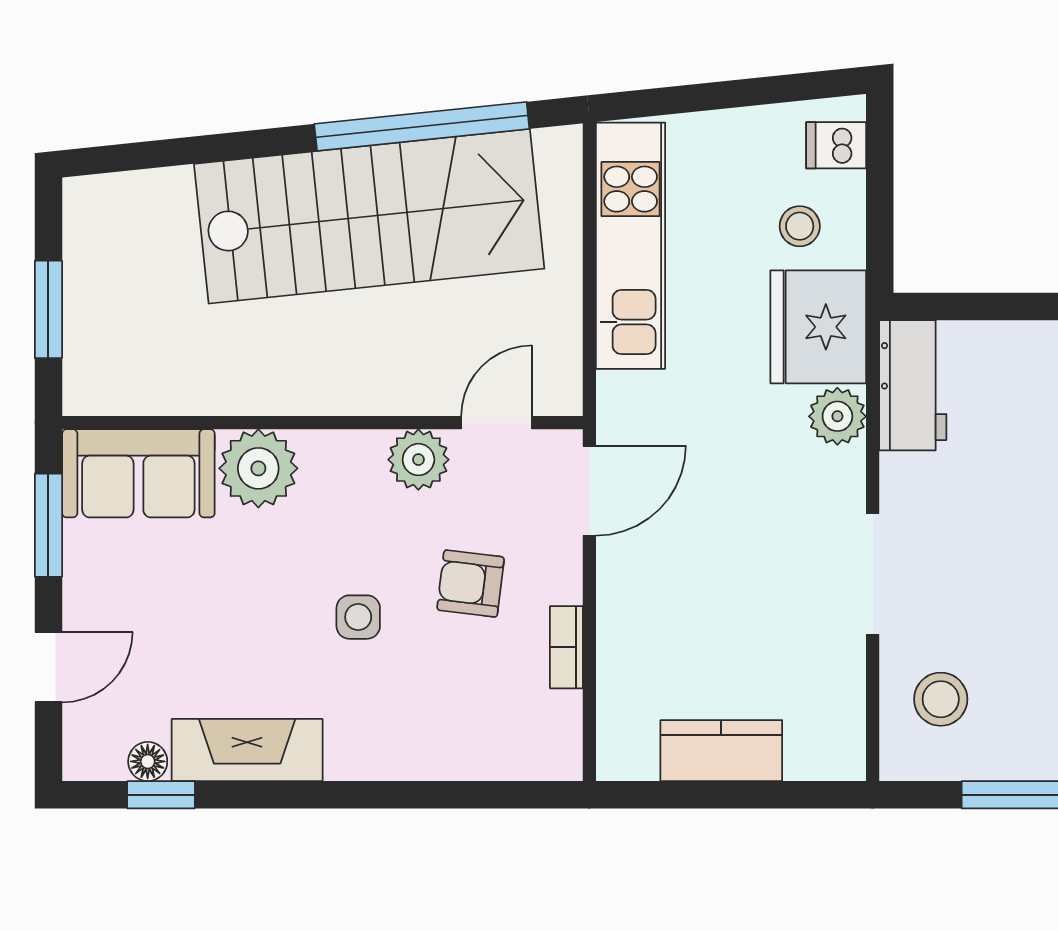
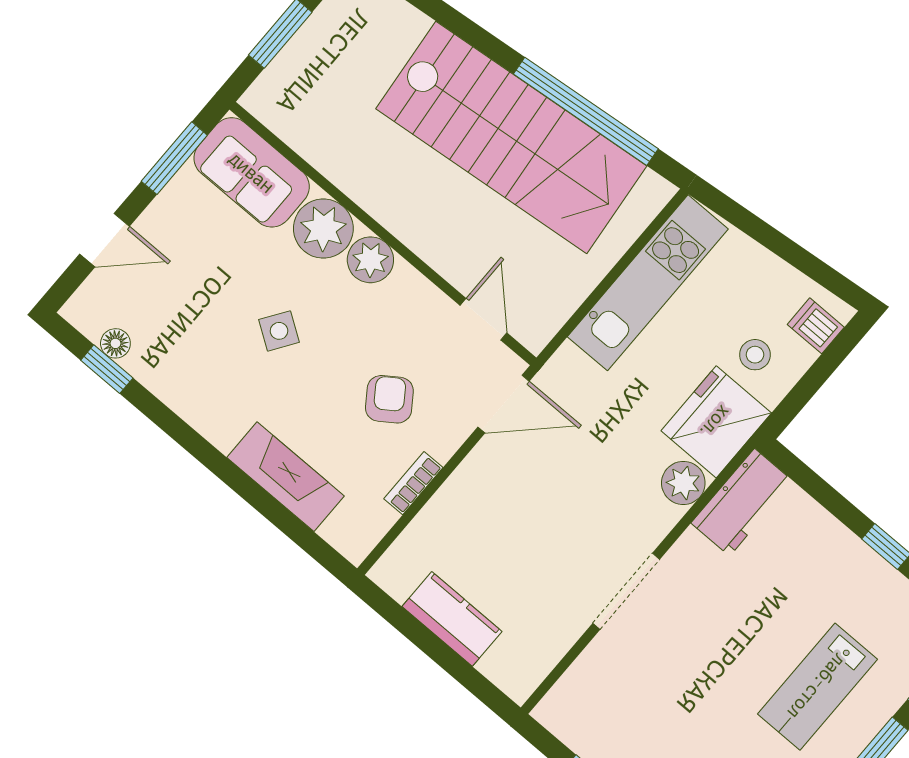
door: (497, 423) -> (483, 319), hinge flipped
plant: (418, 460) -> (370, 260), moved
armchair: (471, 584) -> (389, 399), turned 48
side table: (358, 617) -> (279, 331), moved, turned 34
stool: (941, 699) -> (604, 697), removed
fireplace: (247, 750) -> (286, 477), moved

